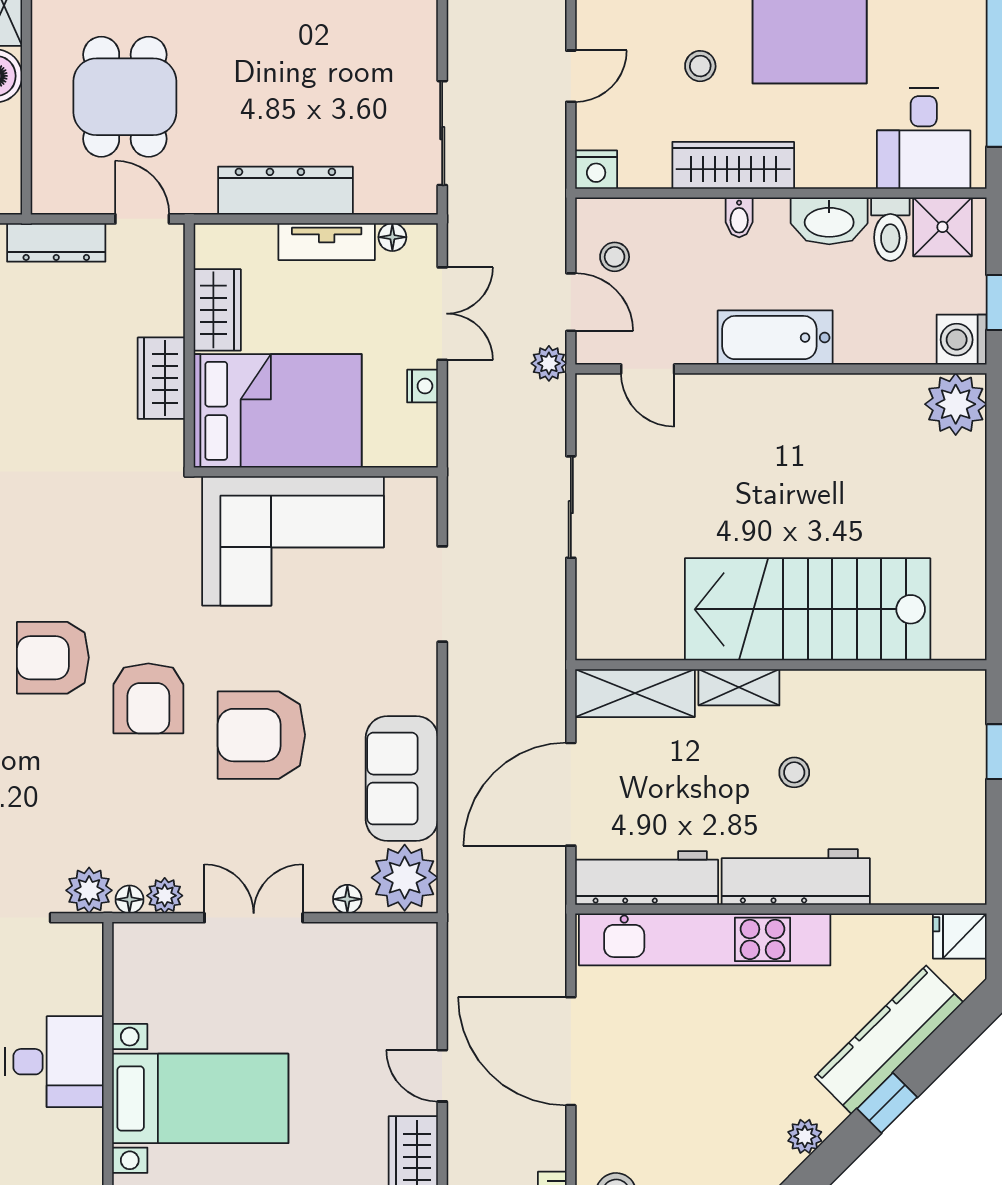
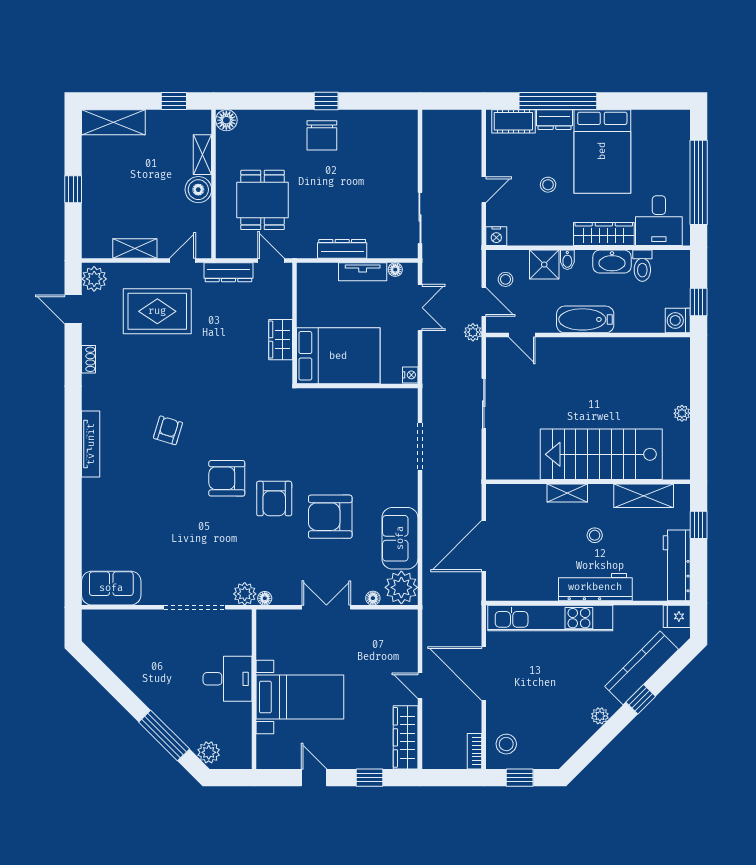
wardrobe: (733, 165) -> (604, 234), moved
dresser: (285, 191) -> (342, 249), width x0.73, depth x0.80
shower: (942, 227) -> (544, 265), moved
wardrobe: (217, 310) -> (308, 306), removed
nightstand: (422, 386) -> (410, 375), moved
plant: (956, 404) -> (682, 413), moved, width x0.53, depth x0.53
corner sofa: (293, 541) -> (346, 420), removed
shelving: (635, 693) -> (644, 496), moved
workbench: (647, 878) -> (677, 565), moved, turned -90
plant: (165, 896) -> (282, 596), removed

